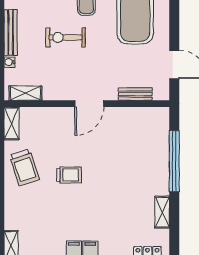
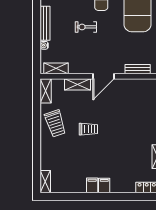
exercise bike: (65, 37) -> (86, 27), width x0.73, depth x0.72
shelving: (54, 115) -> (78, 84), added

